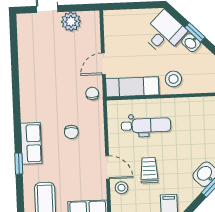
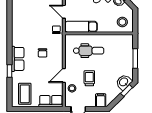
door: (103, 64) -> (64, 12), hinge flipped
stool: (173, 79) -> (122, 22), moved
door: (108, 167) -> (64, 75), swing flipped

